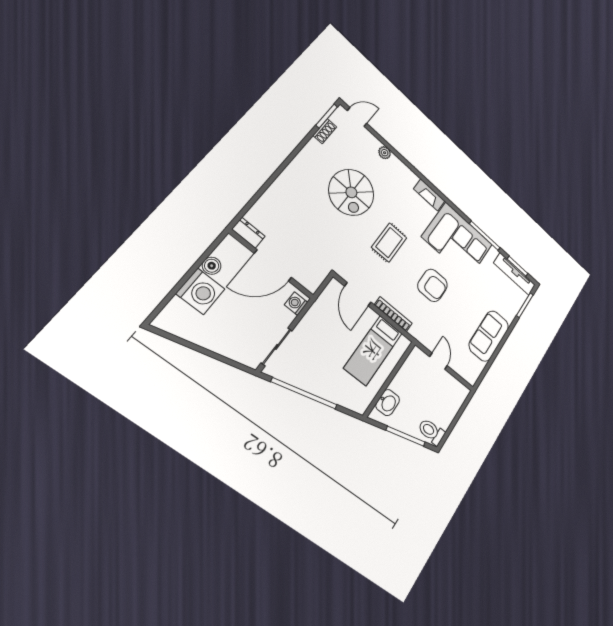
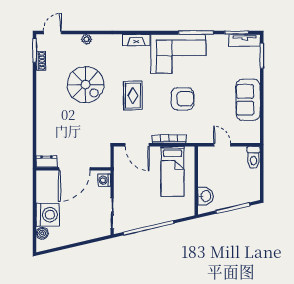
boiler: (212, 266) -> (42, 233), moved
tv unit: (515, 274) -> (245, 40), width x0.71
toilet: (431, 432) -> (254, 157), moved, turned -90

